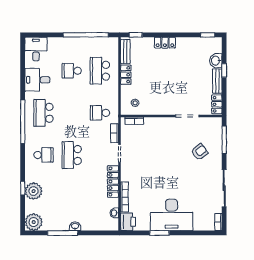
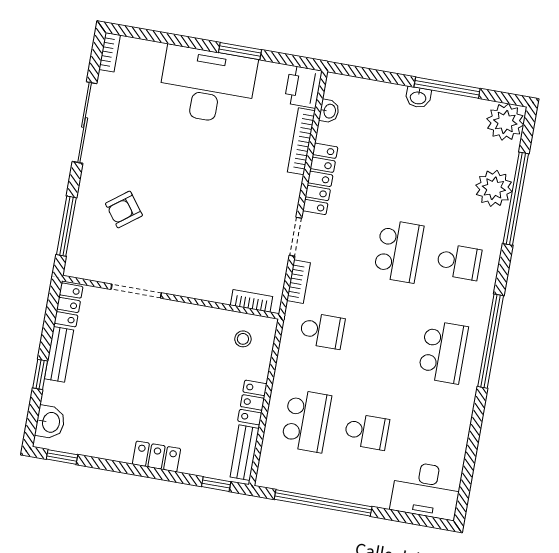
desk: (36, 49) -> (426, 490), width x1.37
washbasin: (216, 61) -> (50, 422), moved
desk: (37, 80) -> (444, 425), removed
school desk: (43, 155) -> (459, 262), turned 180
window: (23, 188) -> (516, 199), width x3.17

